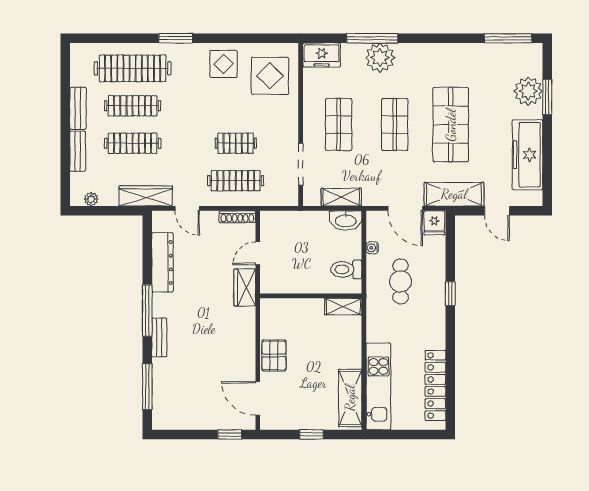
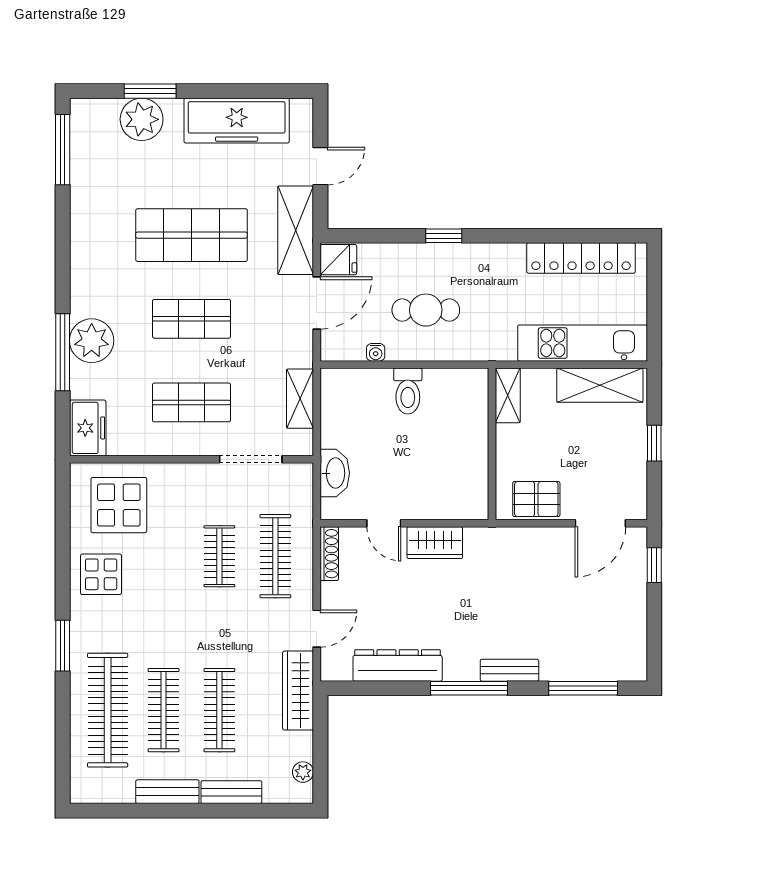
washbasin: (346, 220) -> (335, 473), moved
wall: (311, 296) -> (492, 444), moved
shelving: (343, 307) -> (508, 395), moved

